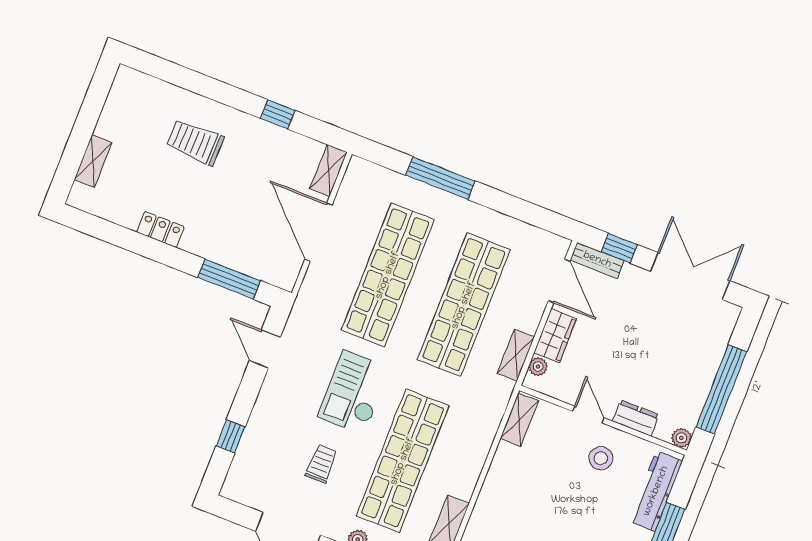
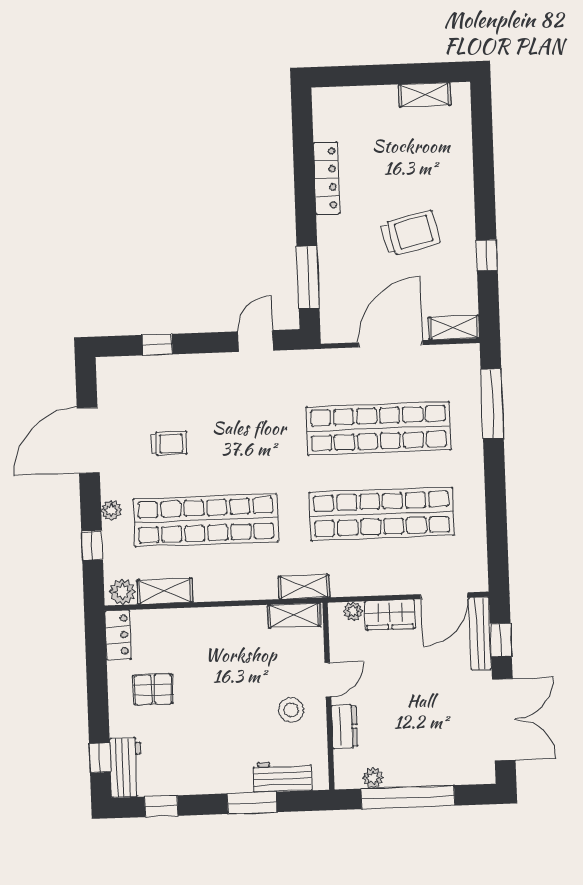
trolley: (195, 142) -> (410, 233), moved, turned 76
shelving: (93, 161) -> (425, 95), moved
window: (440, 178) -> (492, 404), moved
locker: (160, 229) -> (327, 178), width x1.53
bench: (597, 260) -> (480, 633), width x1.36
shelving: (516, 355) -> (304, 587), moved
checkout: (354, 392) -> (251, 445), removed
plant: (681, 438) -> (373, 778), moved
workbench: (656, 491) -> (283, 776), width x0.73

